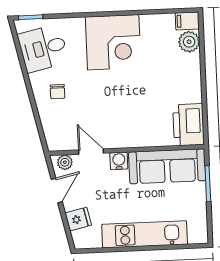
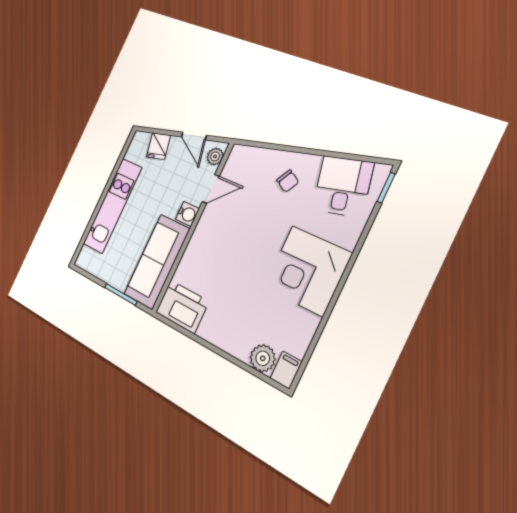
chair: (58, 92) -> (288, 181), turned -150

